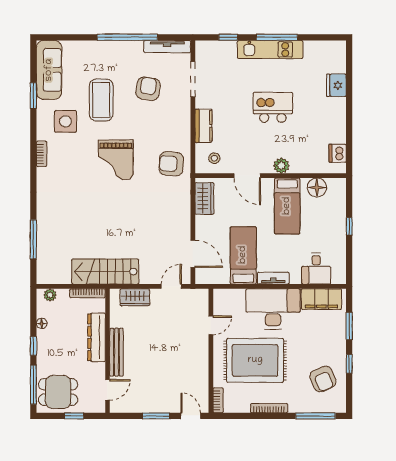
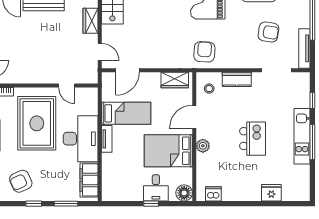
floor lamp: (317, 188) -> (184, 193), moved
bed: (287, 206) -> (168, 151), width x1.50
desk: (316, 269) -> (156, 188), moved, turned -90

